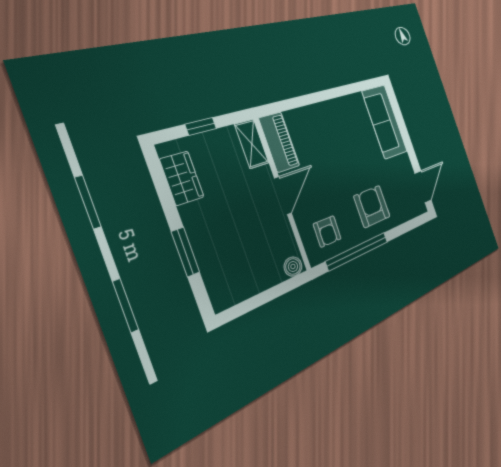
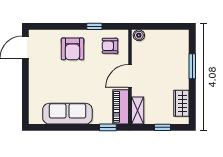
window: (286, 105) -> (108, 127), added
sofa: (385, 122) -> (67, 114), moved, turned -90
armchair: (327, 231) -> (110, 46), turned -91
window: (357, 251) -> (94, 26), width x0.32

